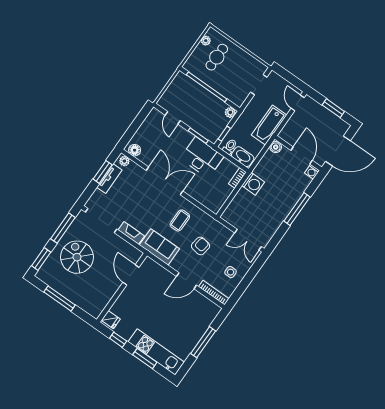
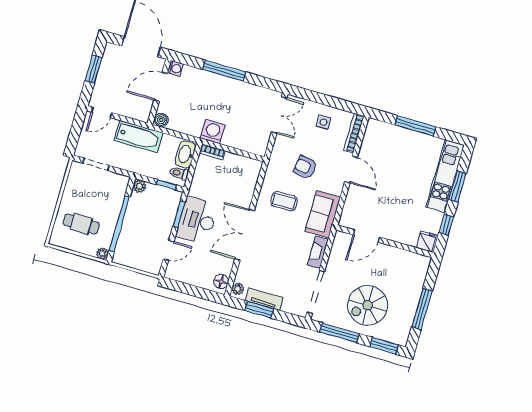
plant: (206, 41) -> (102, 253), moved
desk: (202, 157) -> (197, 220), moved

